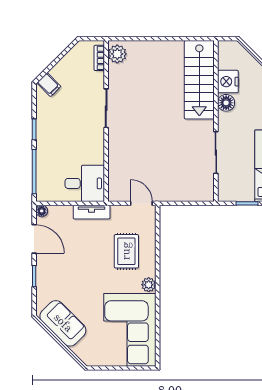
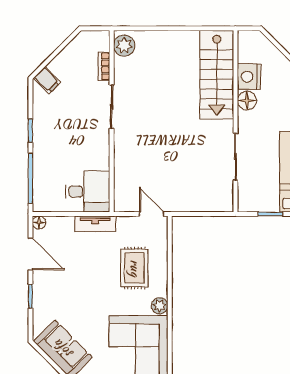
bookcase: (99, 58) -> (104, 66), moved

